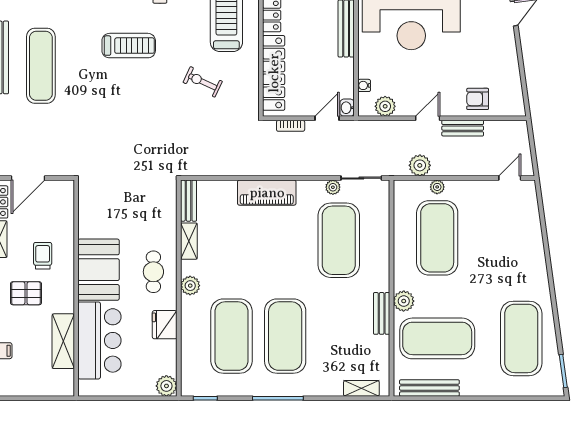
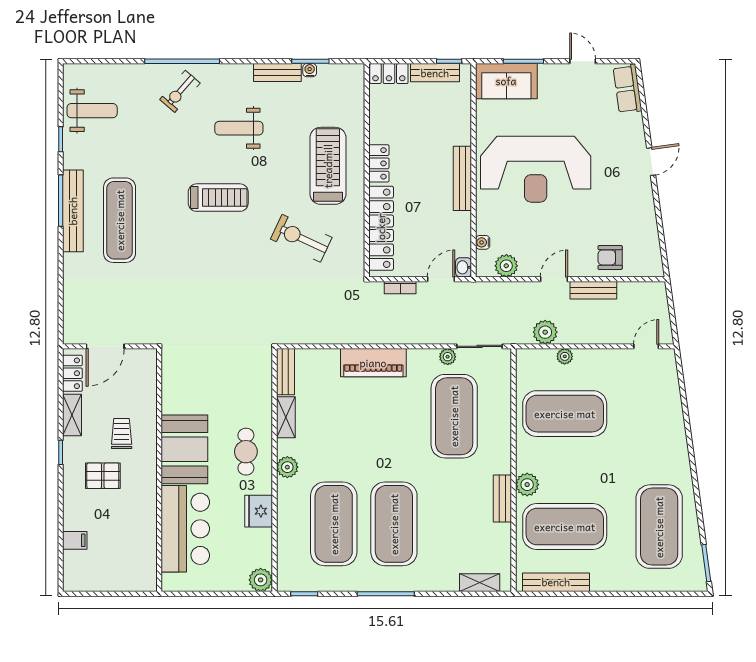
exercise bike: (203, 82) -> (301, 238), width x1.38, depth x1.39
exercise mat: (437, 238) -> (565, 414), turned 90
shelving: (63, 341) -> (145, 530), removed

